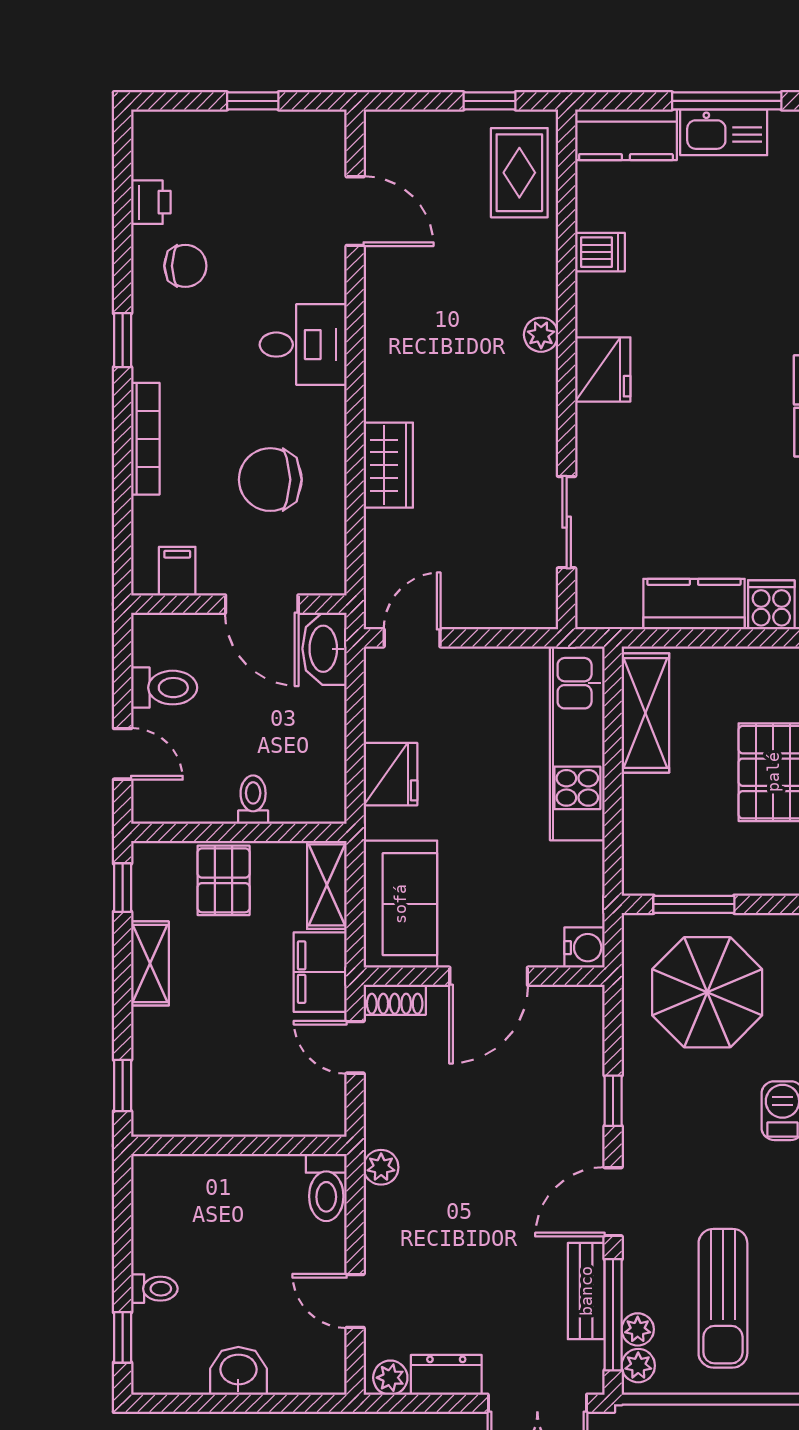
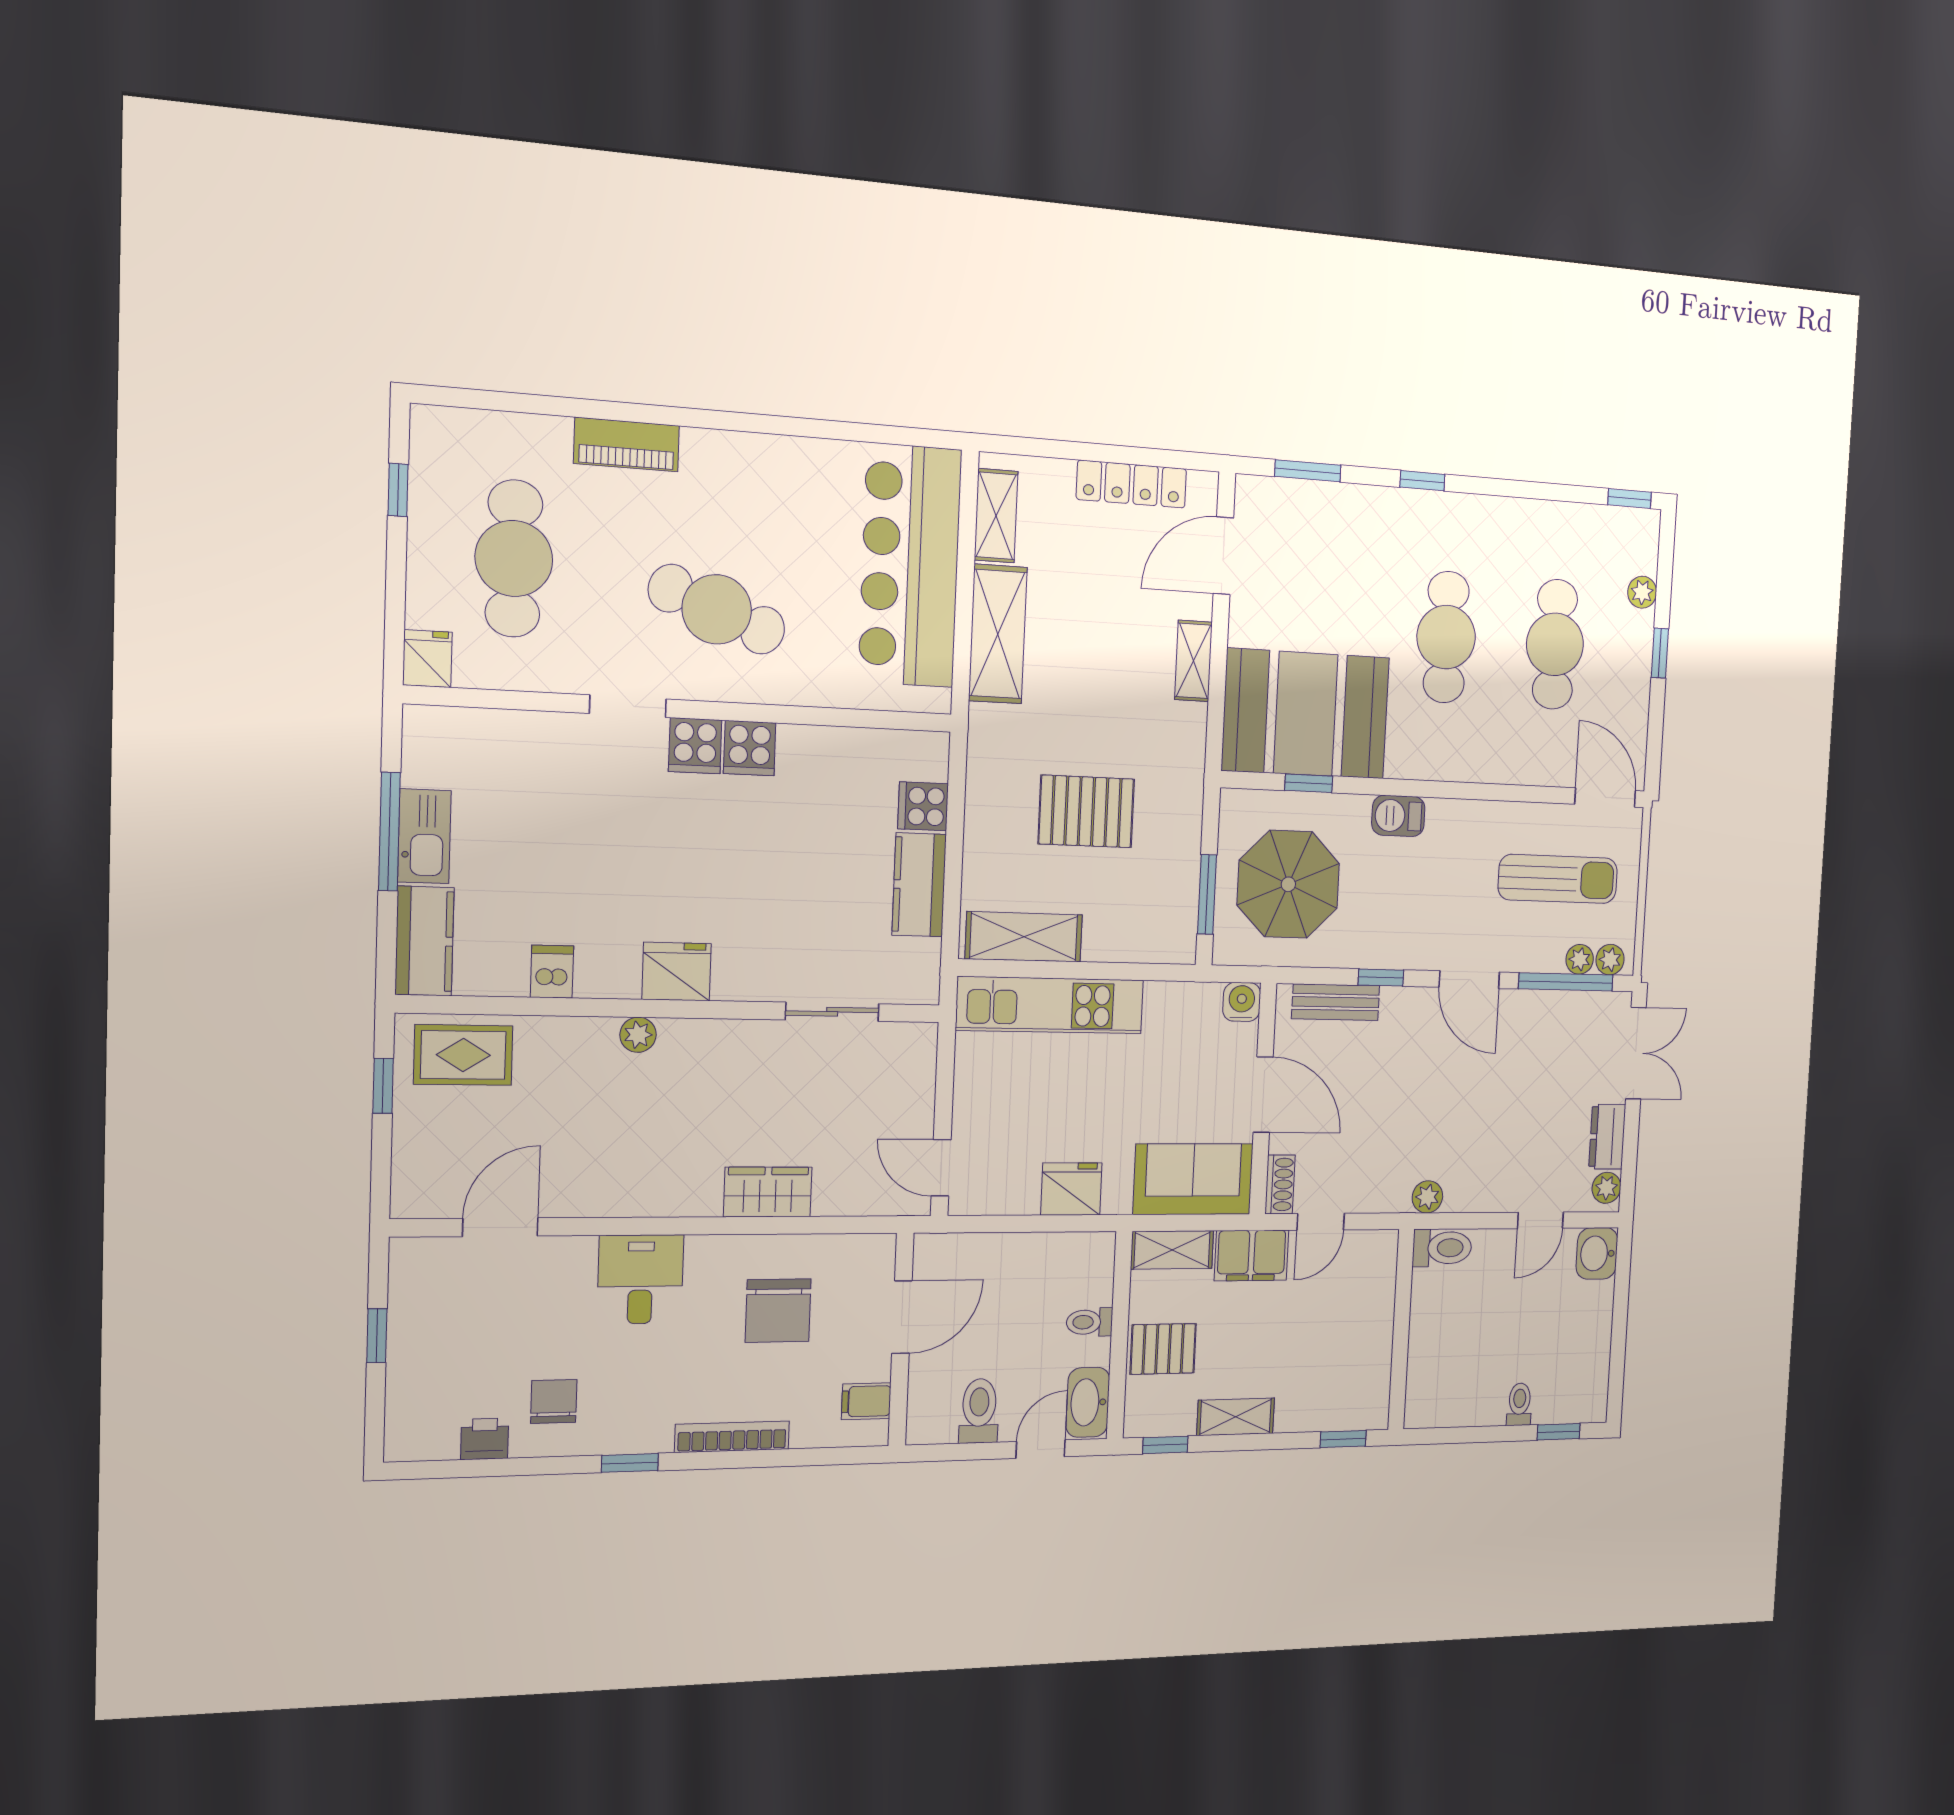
washbasin: (325, 649) -> (1088, 1402), moved, turned 90
bench: (586, 1291) -> (1336, 1002), moved
washbasin: (238, 1371) -> (1597, 1253), moved

